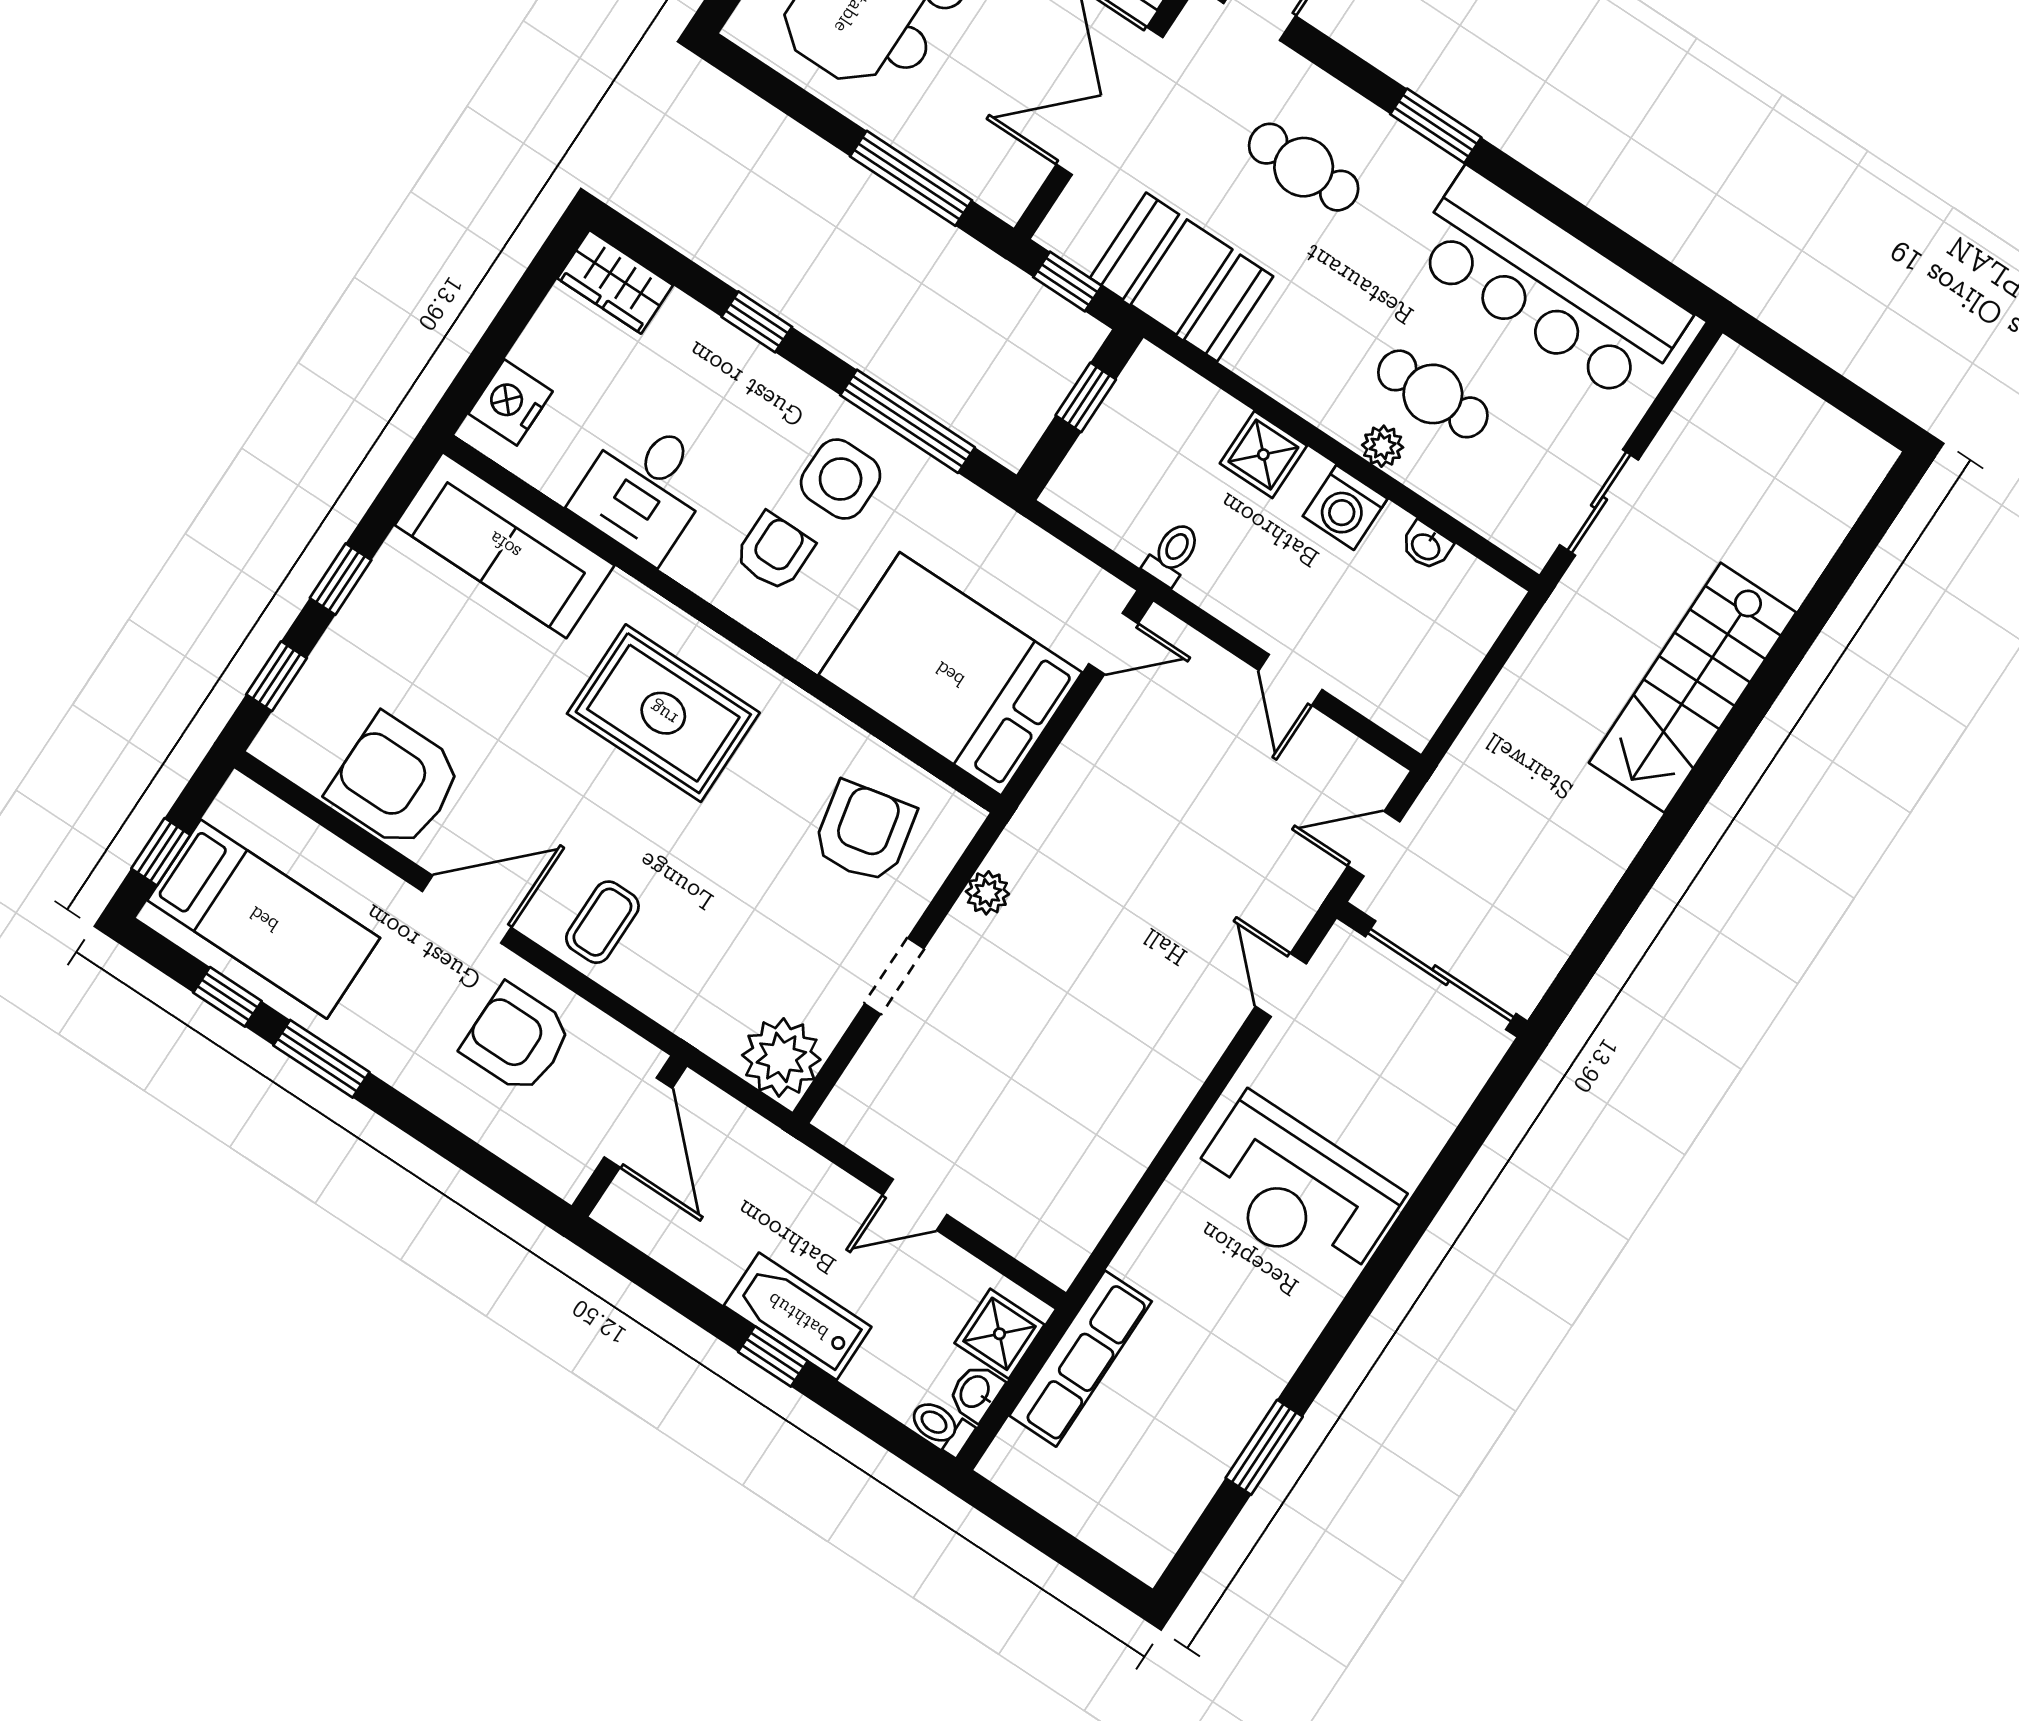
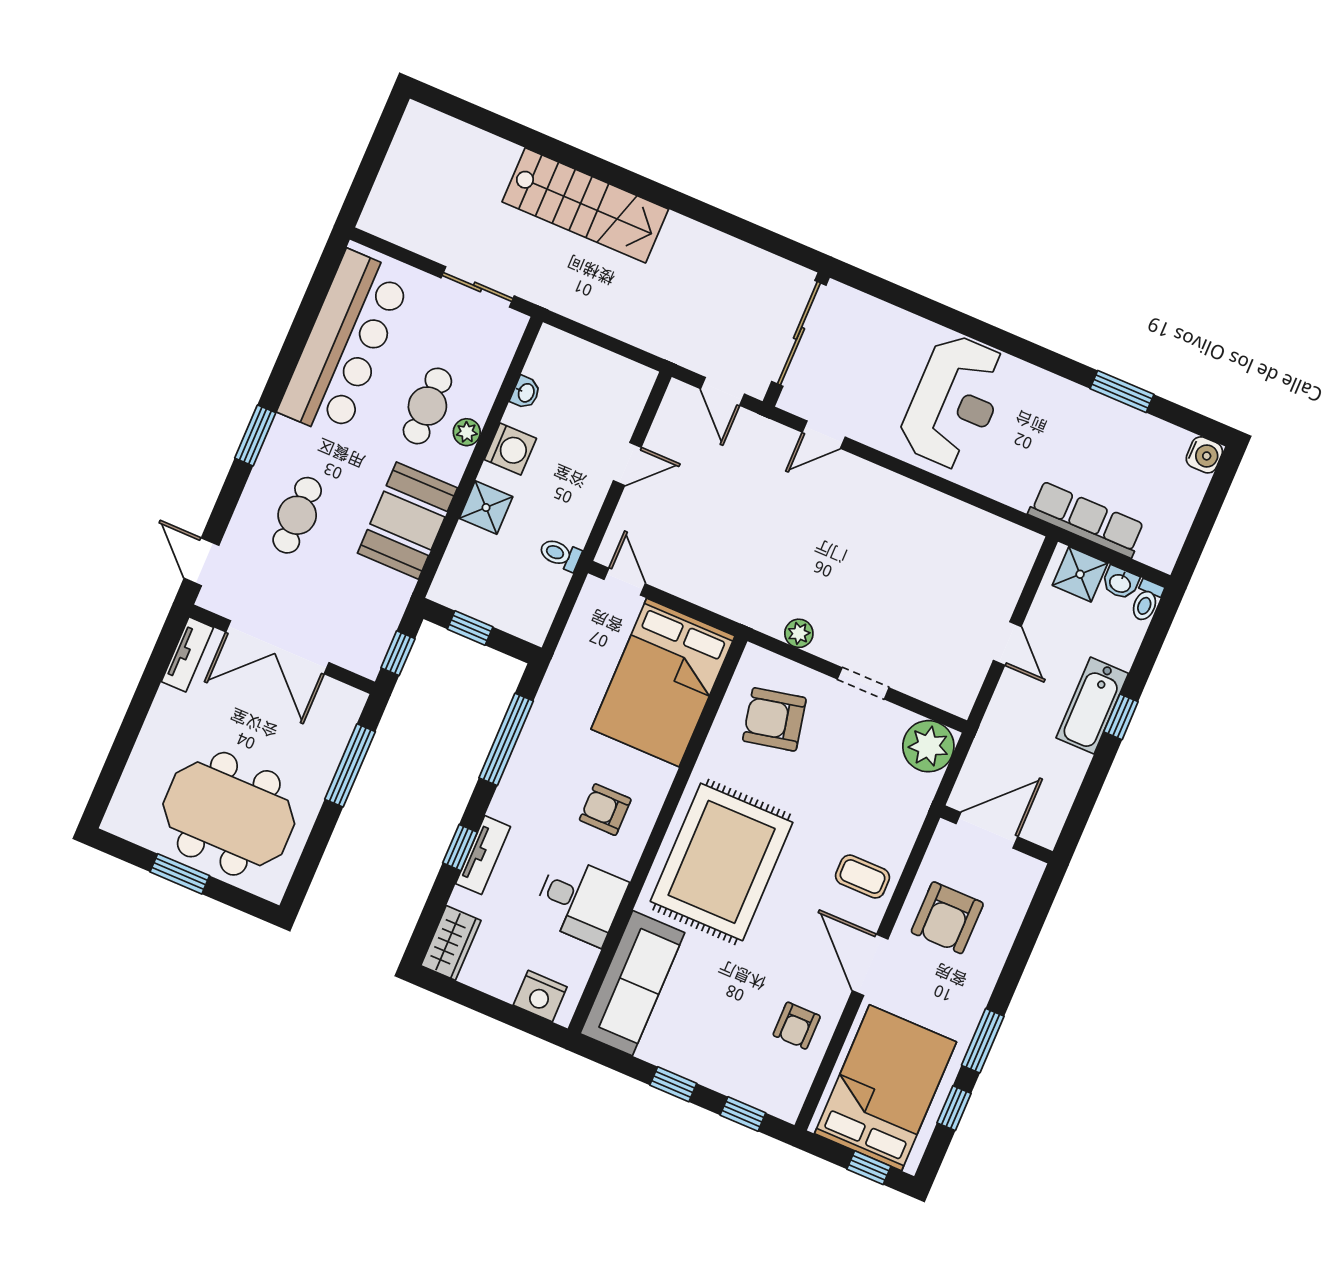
booth: (1182, 277) -> (407, 521), moved
tv unit: (739, 355) -> (483, 855), added
side table: (841, 479) -> (551, 776), removed
rug: (663, 713) -> (722, 862), width x1.37, depth x1.44
armchair: (395, 782) -> (797, 1026), width x0.53, depth x0.53
bed: (264, 919) -> (886, 1088), width x1.50
water cooler: (1146, 1554) -> (1204, 455), added

